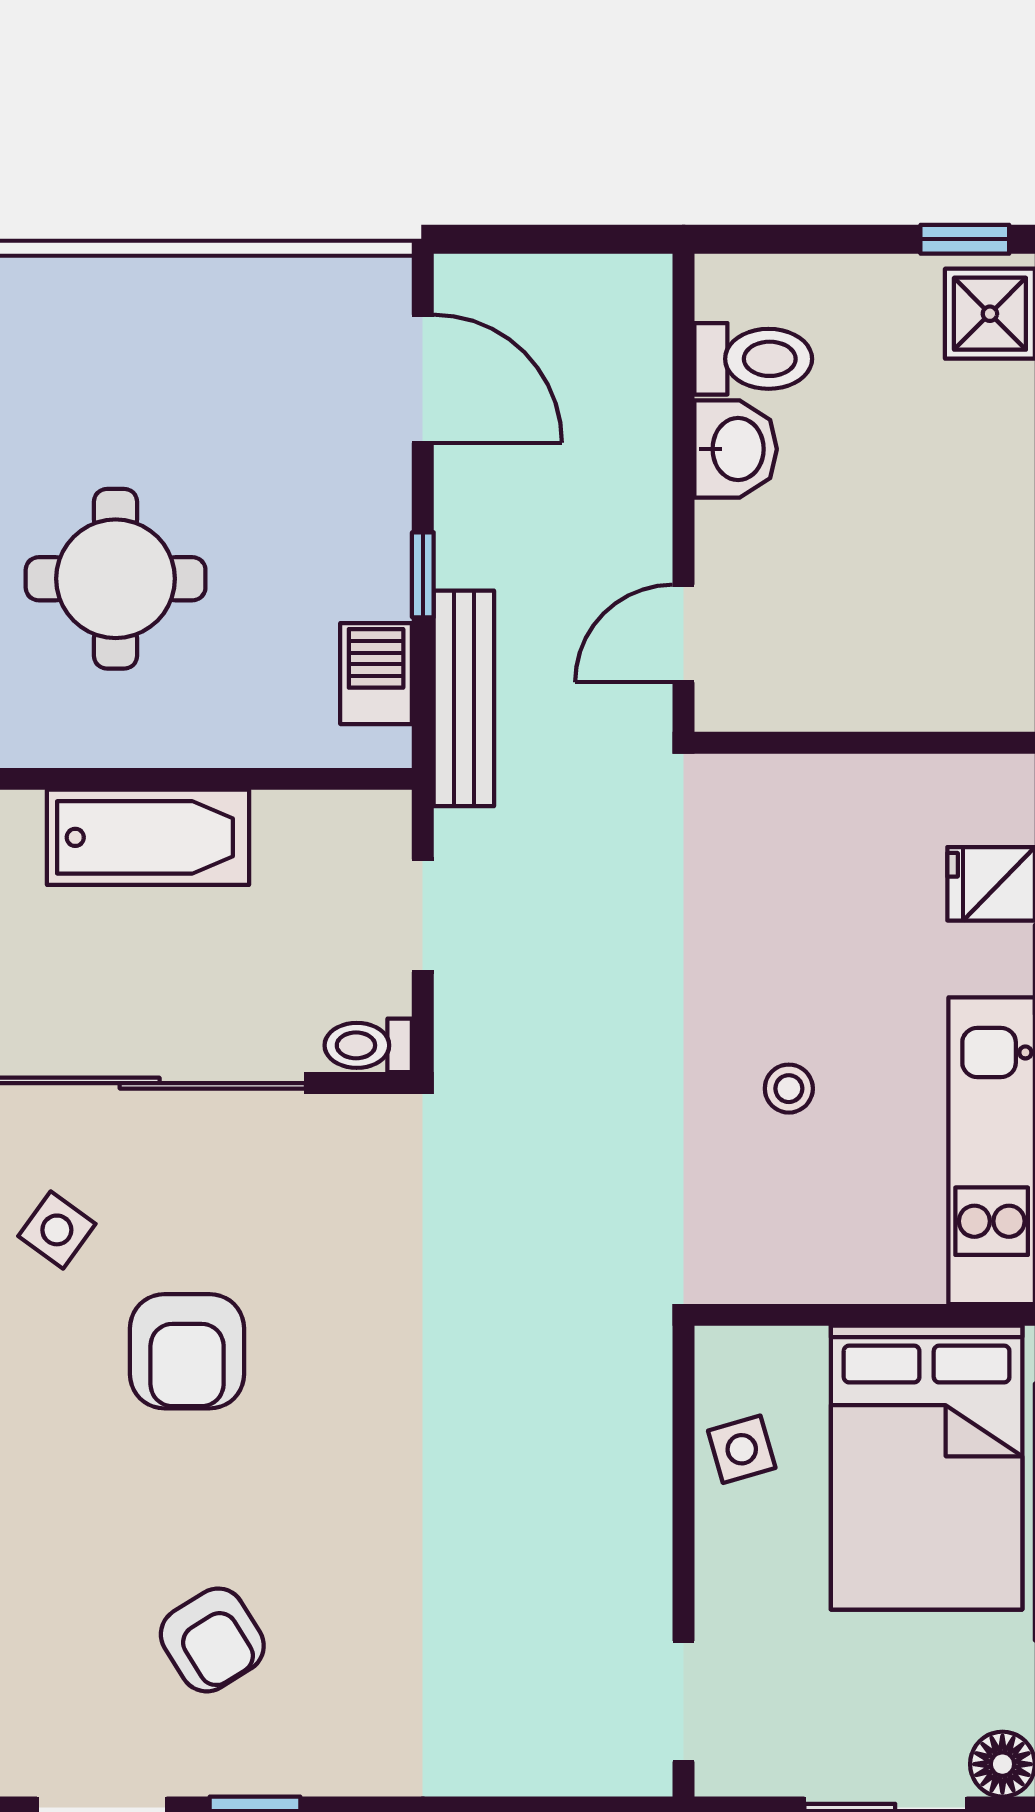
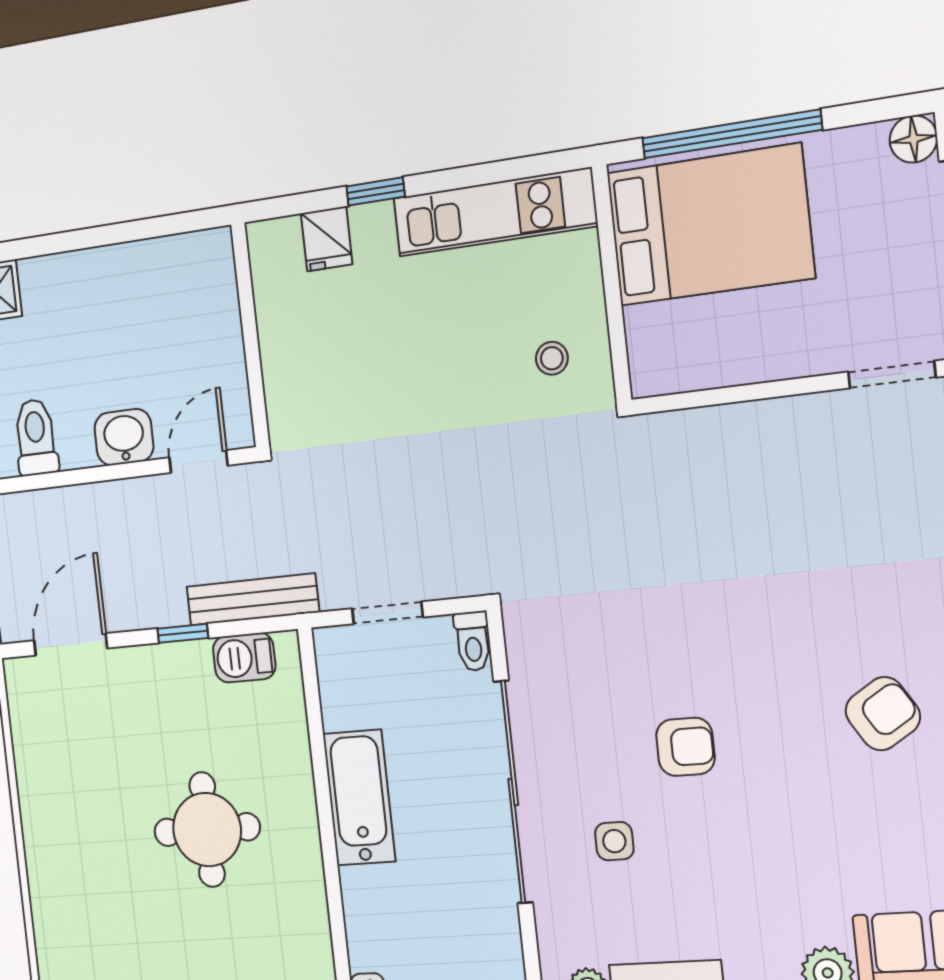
washbasin: (736, 449) -> (124, 437), moved
door: (684, 634) -> (198, 462), swing flipped
stool: (789, 1089) -> (552, 358), moved
side table: (57, 1230) -> (614, 841), turned -36
armchair: (187, 1351) -> (685, 747), width x0.72, depth x0.72
side table: (742, 1449) -> (711, 356), removed

